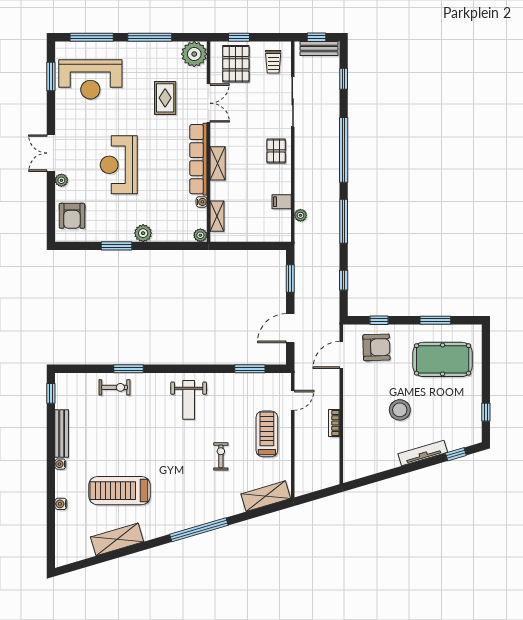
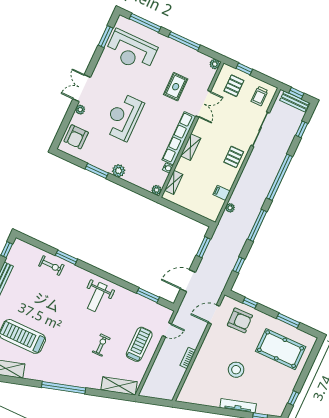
plant: (194, 54) -> (215, 64), width x0.53, depth x0.53
pallet: (236, 64) -> (234, 86), width x0.67, depth x0.71

